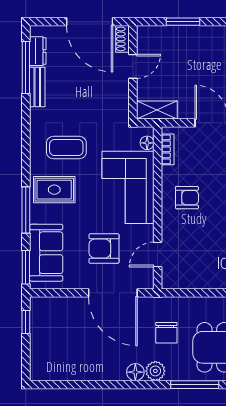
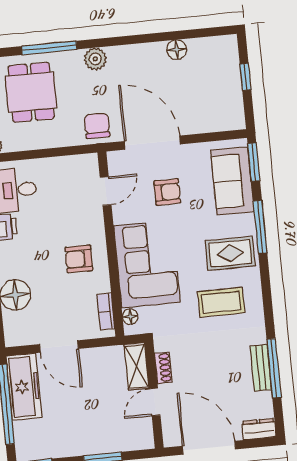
shoe rack: (123, 39) -> (163, 368), moved
dresser: (38, 51) -> (259, 429), moved, turned 90
window: (26, 68) -> (274, 368), moved
shelving: (157, 110) -> (136, 366), moved, turned 90
armchair: (104, 249) -> (167, 192), width x0.72, depth x0.72
window: (26, 322) -> (245, 77), moved
chair: (166, 333) -> (97, 126), moved
floor lamp: (135, 372) -> (177, 50), moved

